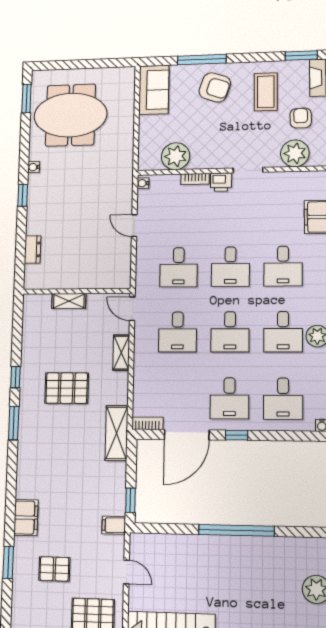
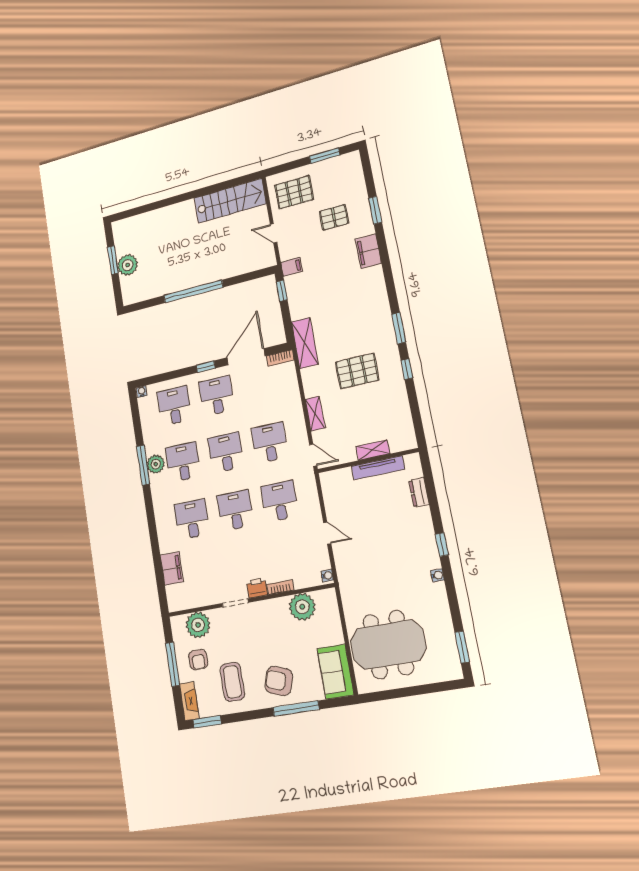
meeting table: (70, 115) -> (388, 645), moved
tv unit: (68, 282) -> (378, 468), added

